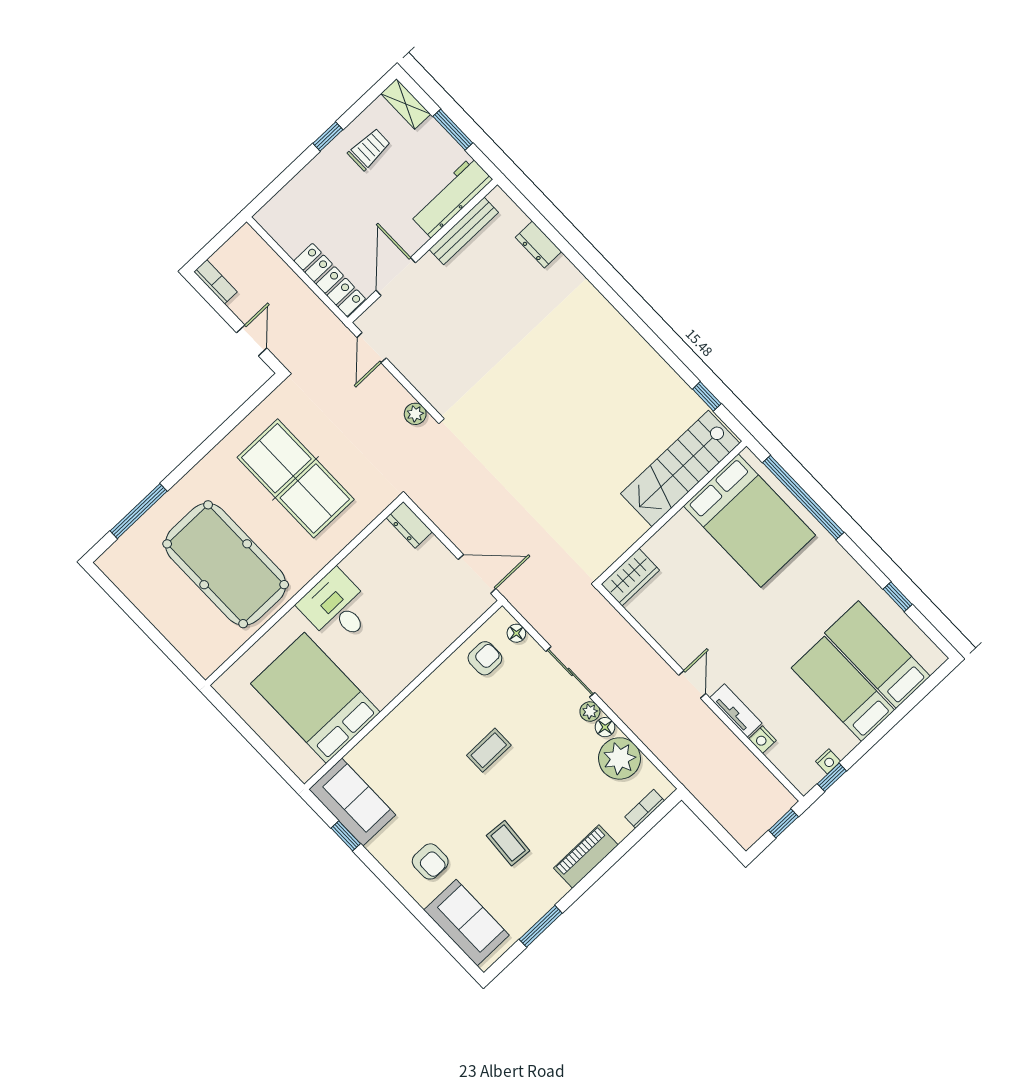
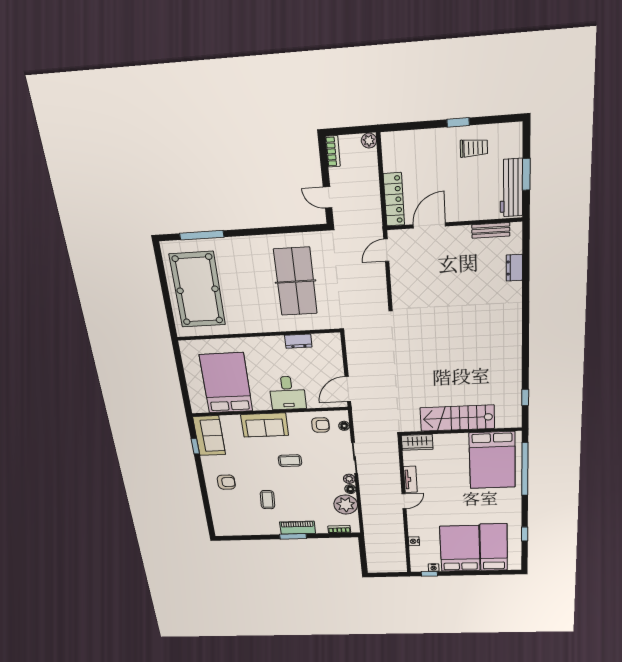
shelving: (406, 104) -> (515, 140), removed
workbench: (451, 197) -> (511, 188), moved, turned -90
bench: (464, 231) -> (491, 230), width x0.73
door: (252, 340) -> (328, 197), swing flipped
plant: (415, 414) -> (369, 141), moved
stairs: (680, 468) -> (457, 418), moved
dresser: (409, 525) -> (298, 341), moved, turned -90
pool table: (226, 564) -> (198, 290), moved
door: (477, 574) -> (348, 389), swing flipped
desk: (337, 608) -> (287, 393), moved, turned 180
bed: (843, 689) -> (460, 549), width x1.50
tv unit: (736, 710) -> (410, 479), moved
window: (783, 823) -> (393, 574), removed
armchair: (430, 861) -> (226, 482), turned -90
sofa: (467, 923) -> (265, 425), moved, turned 90
window: (541, 926) -> (293, 536), moved

